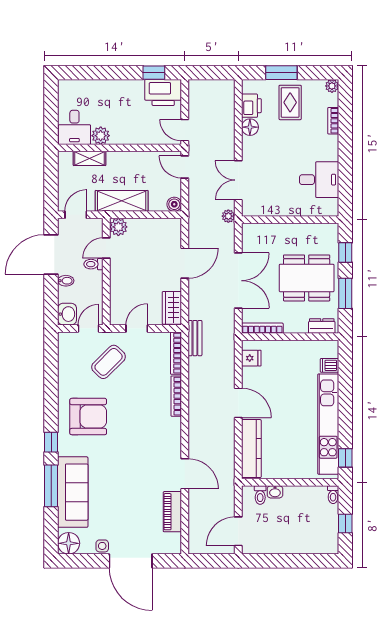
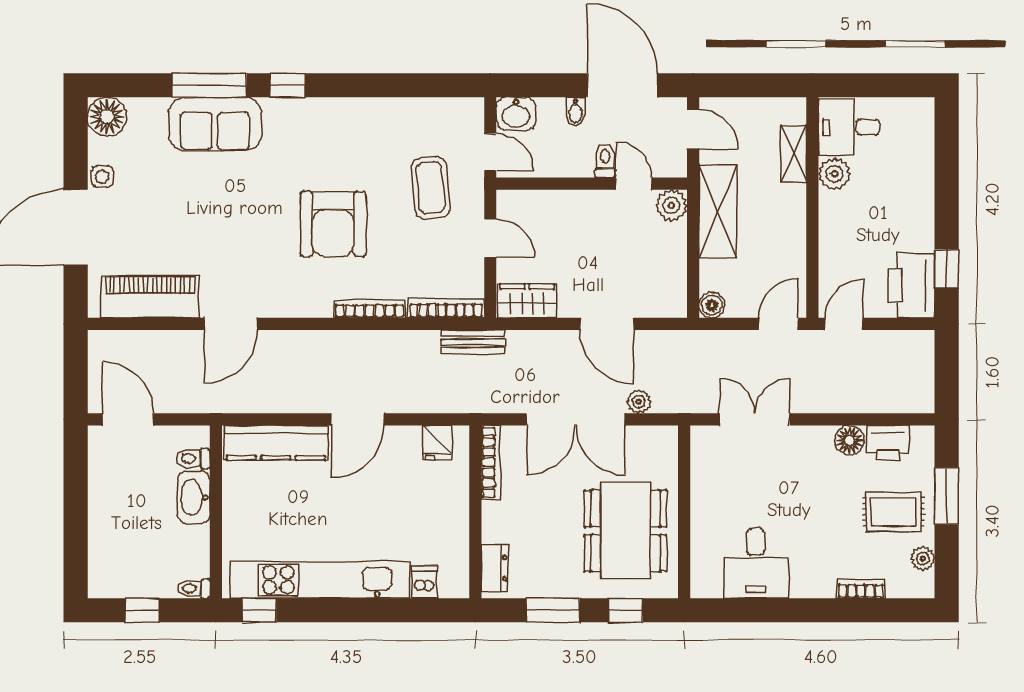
plant: (332, 86) -> (923, 559), moved
plant: (228, 216) -> (639, 402), moved
dining table: (307, 278) -> (625, 531), moved
coffee table: (109, 362) -> (431, 188), turned 40
armchair: (88, 417) -> (333, 224), moved
sofa: (73, 492) -> (215, 124), width x0.73
washbasin: (275, 492) -> (194, 497), width x1.91, depth x1.45
piano: (172, 512) -> (150, 297), width x1.37, depth x1.33

